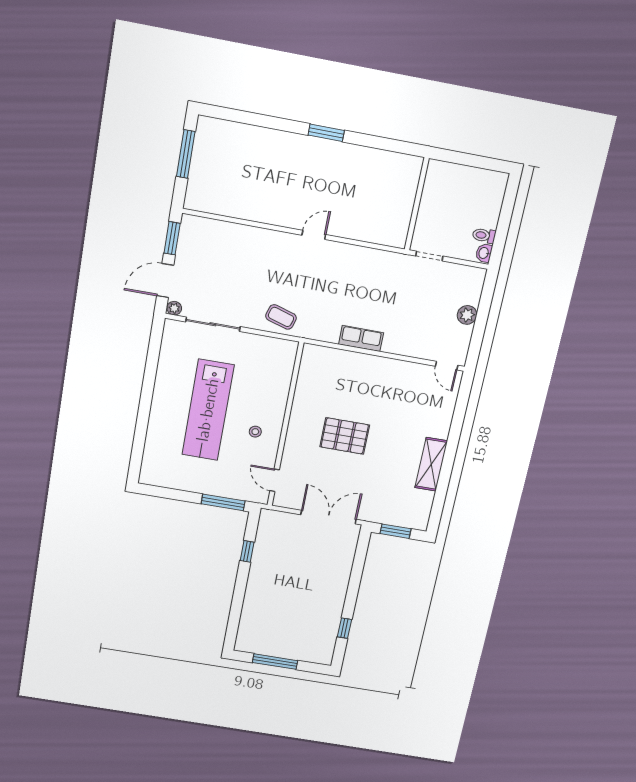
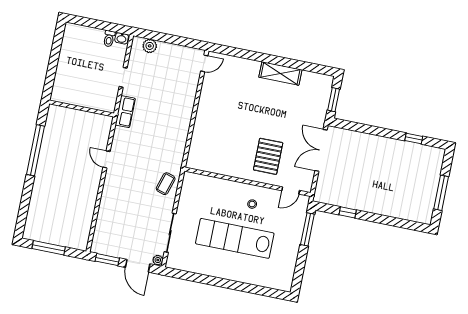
window: (326, 133) -> (36, 150), width x2.11
wall: (417, 204) -> (82, 108), moved
plant: (467, 315) -> (150, 46), moved
row of seats: (361, 339) -> (125, 112), moved, turned 180
lab bench: (208, 410) -> (235, 238), turned 180
pallet: (345, 436) -> (268, 156), moved

